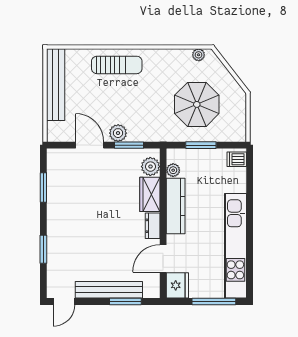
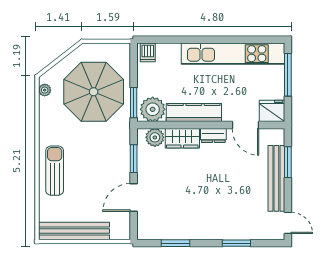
parasol: (197, 104) -> (94, 92), width x1.36, depth x1.36
plant: (118, 133) -> (122, 169), removed
window: (201, 145) -> (134, 103), moved
plant: (173, 170) -> (153, 109), width x1.88, depth x1.88

